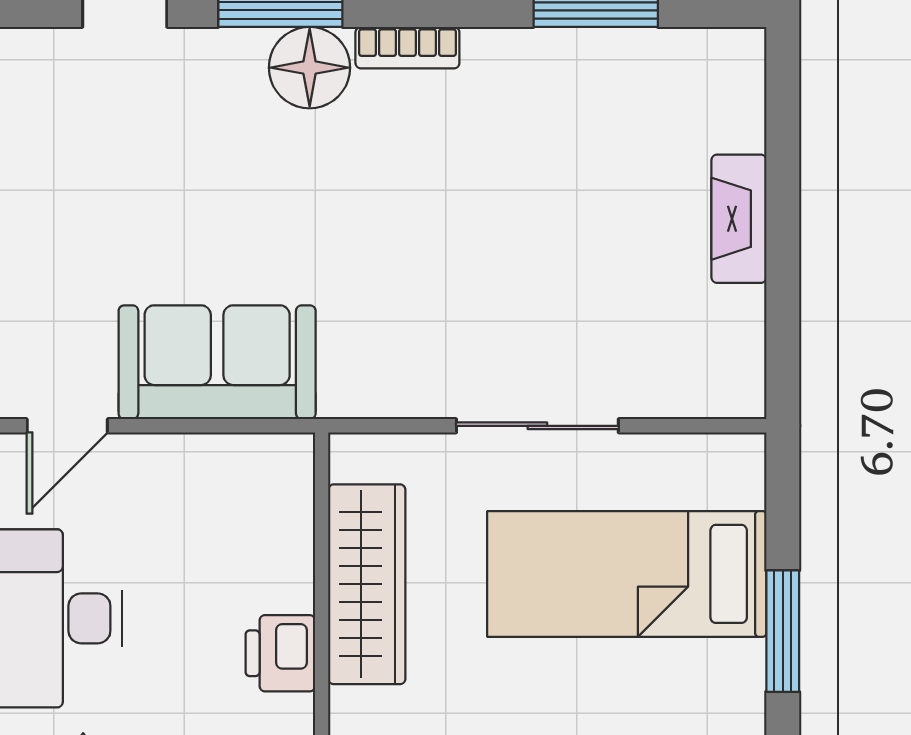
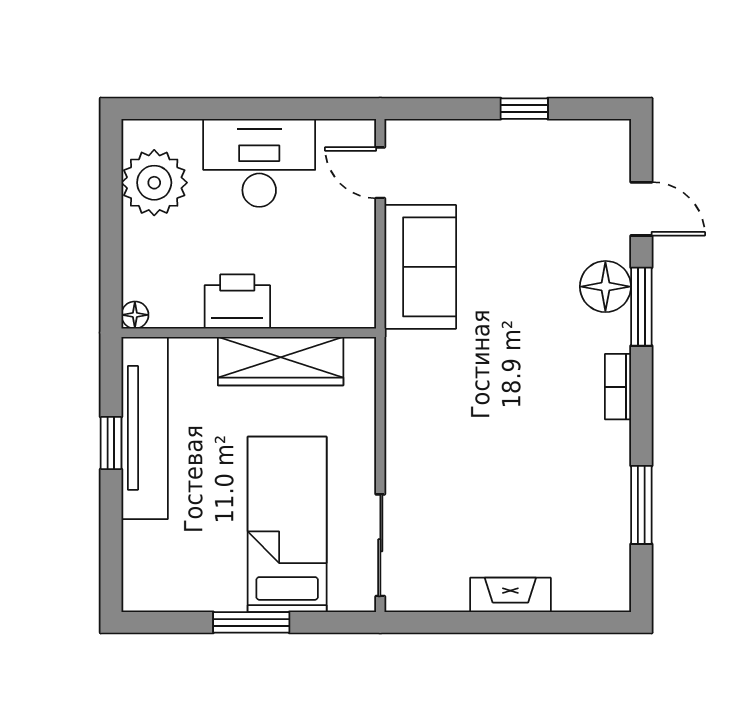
floor lamp: (310, 68) -> (605, 287), moved
sliding door: (537, 426) -> (380, 545), moved
printer: (280, 653) -> (237, 301), width x1.36, depth x1.24

